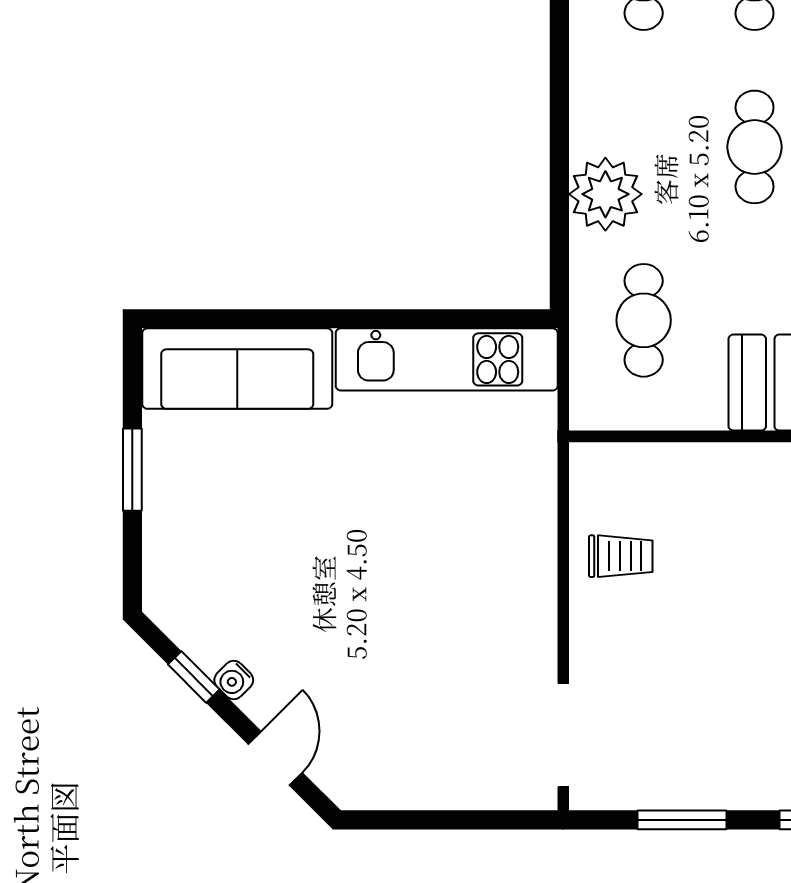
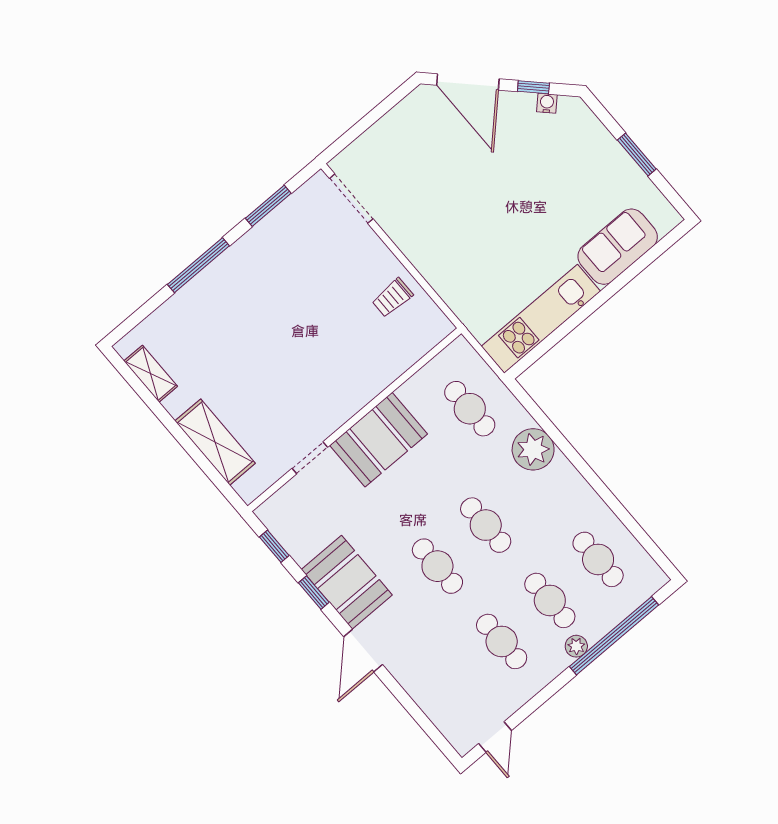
sofa: (237, 369) -> (618, 247), width x0.73
water cooler: (234, 680) -> (547, 103), moved
door: (275, 758) -> (468, 82), width x1.87

